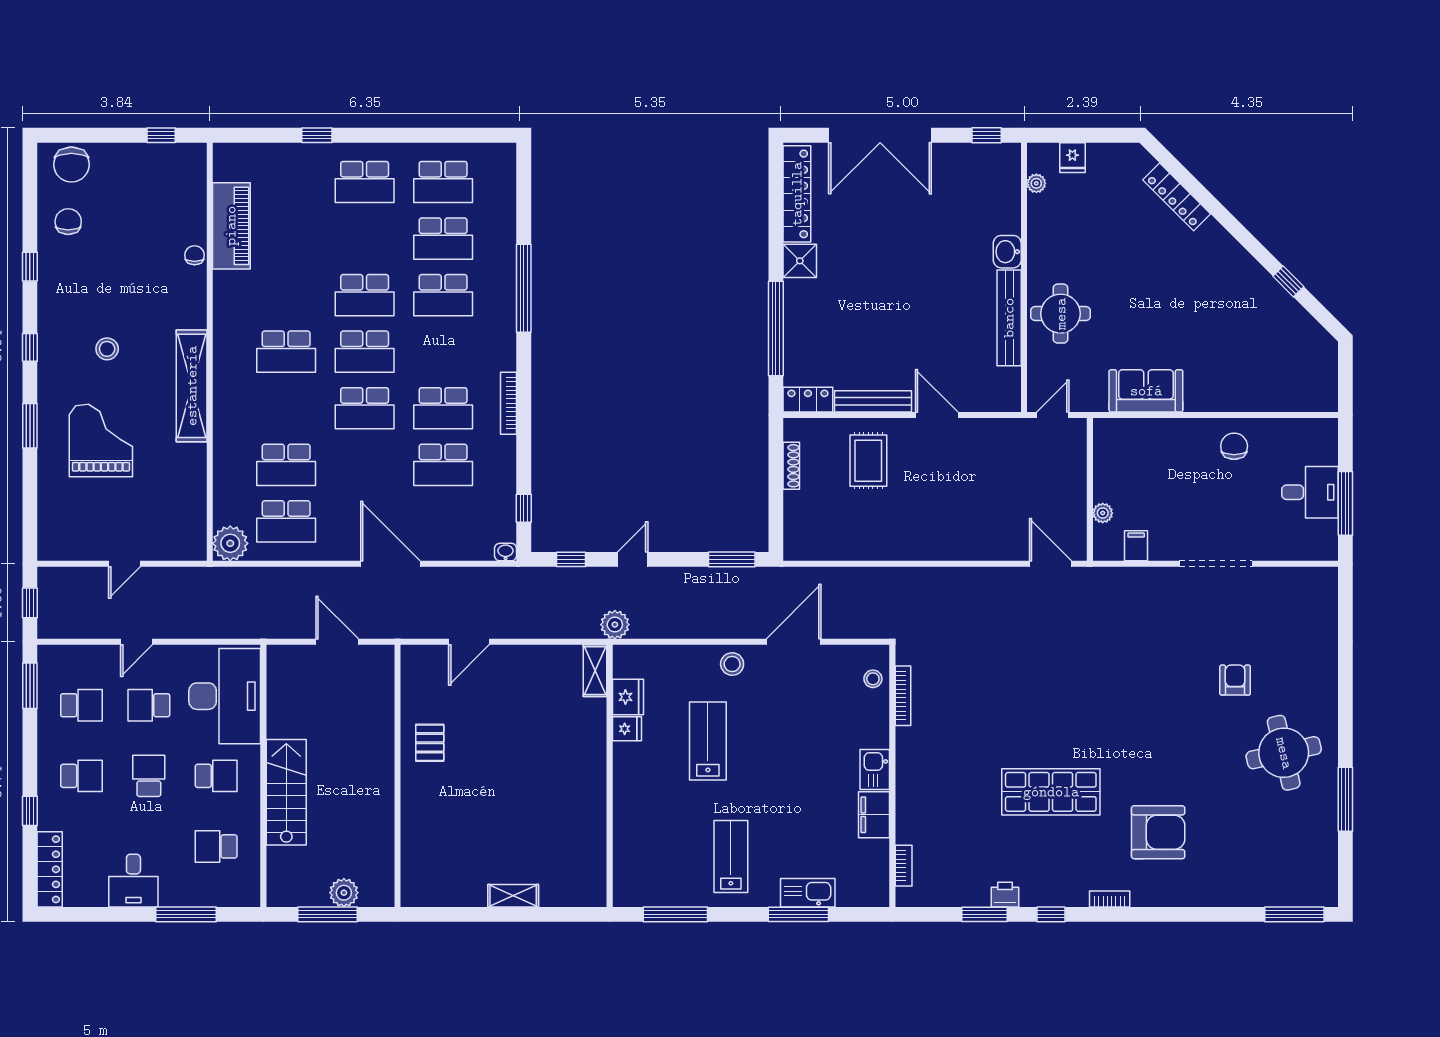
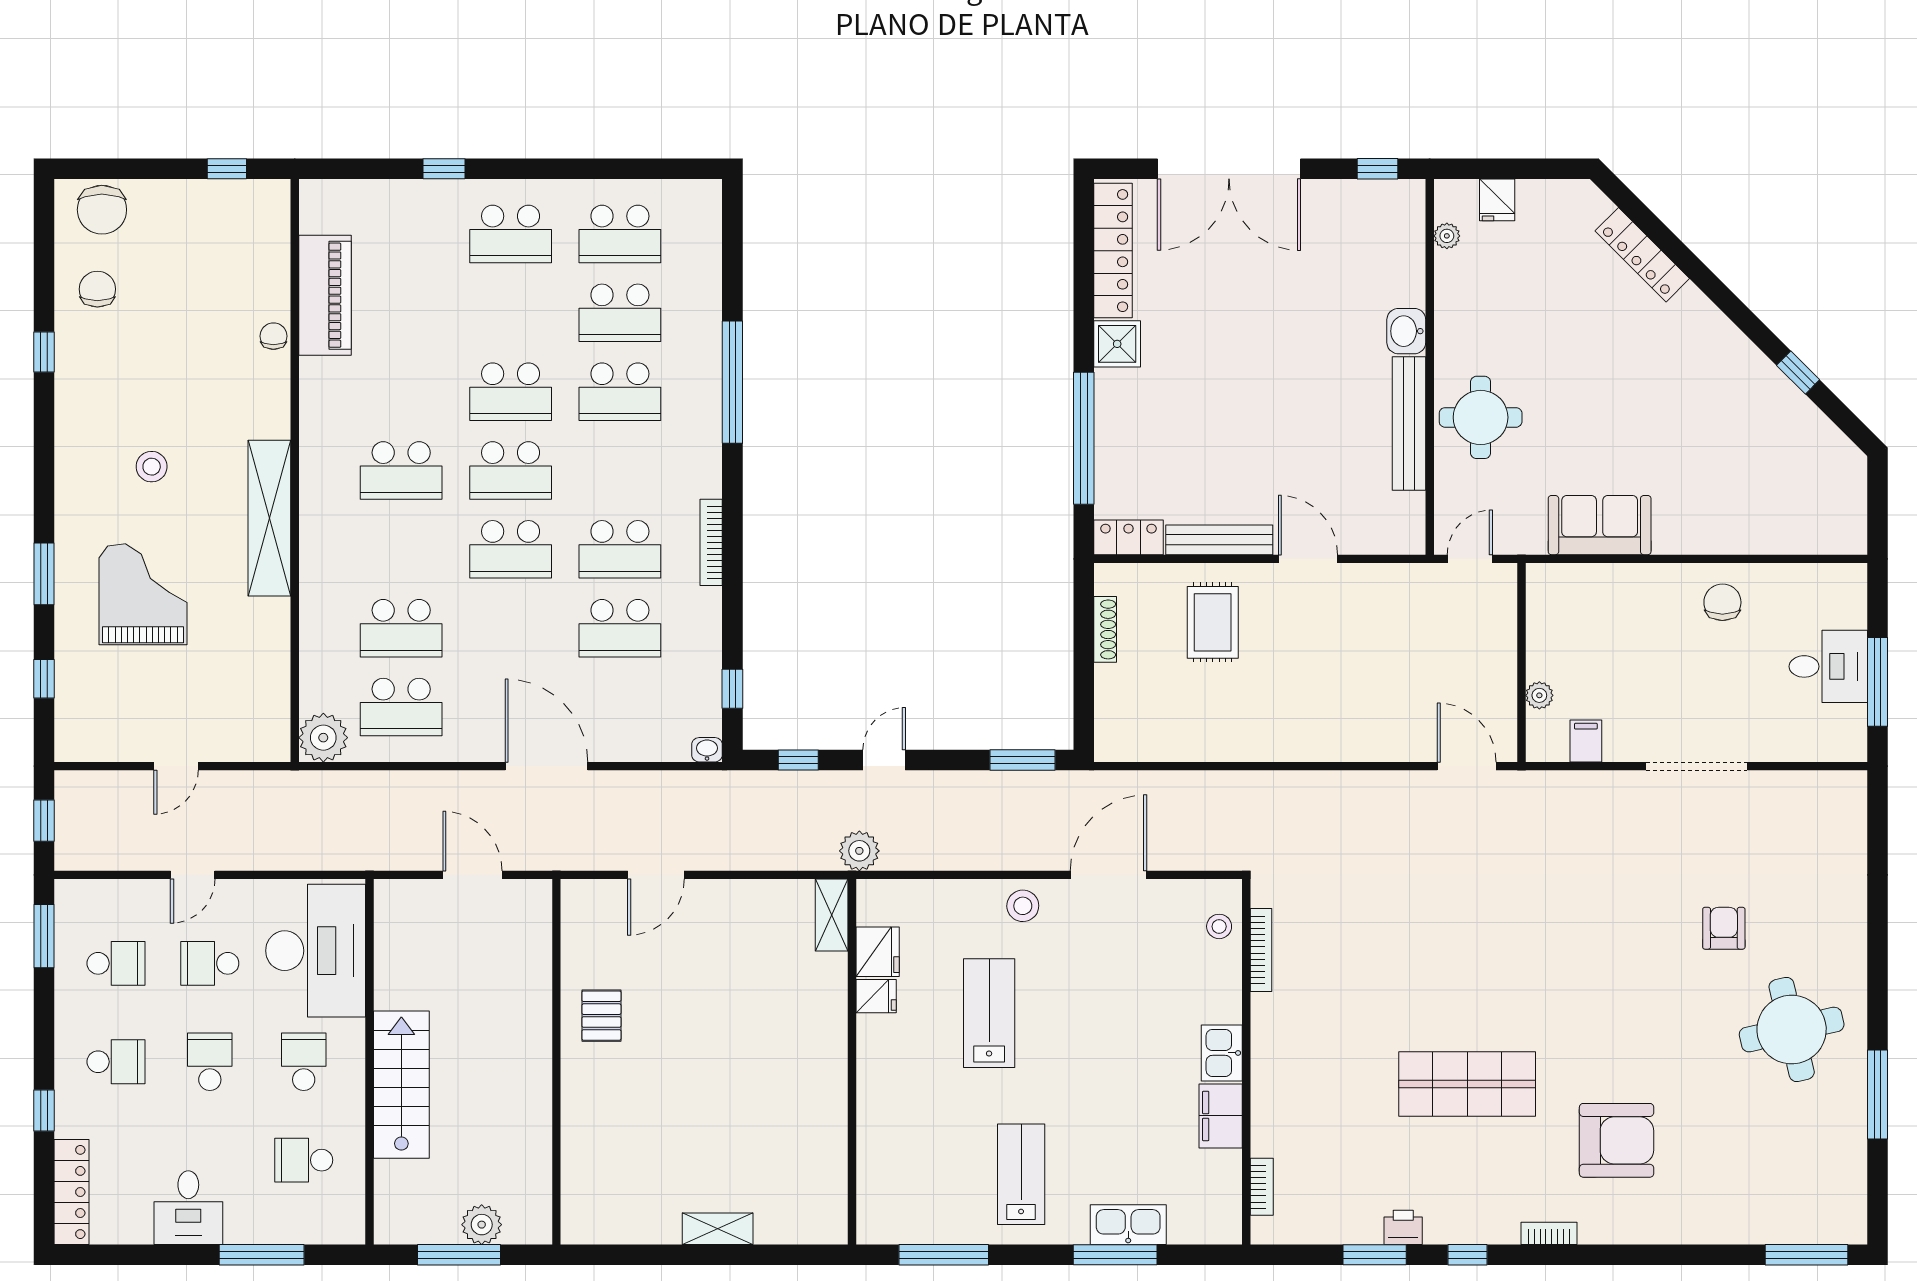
window: (30, 347) -> (44, 679), moved
school desk: (216, 776) -> (304, 1062), turned -90

